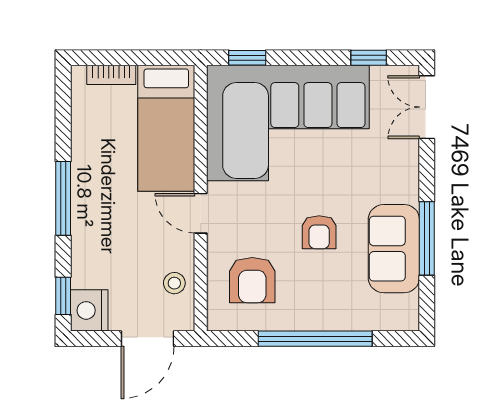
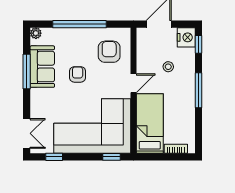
door: (201, 213) -> (134, 83), hinge flipped
stool: (174, 283) -> (168, 67), moved
plant: (408, 319) -> (36, 33), added

